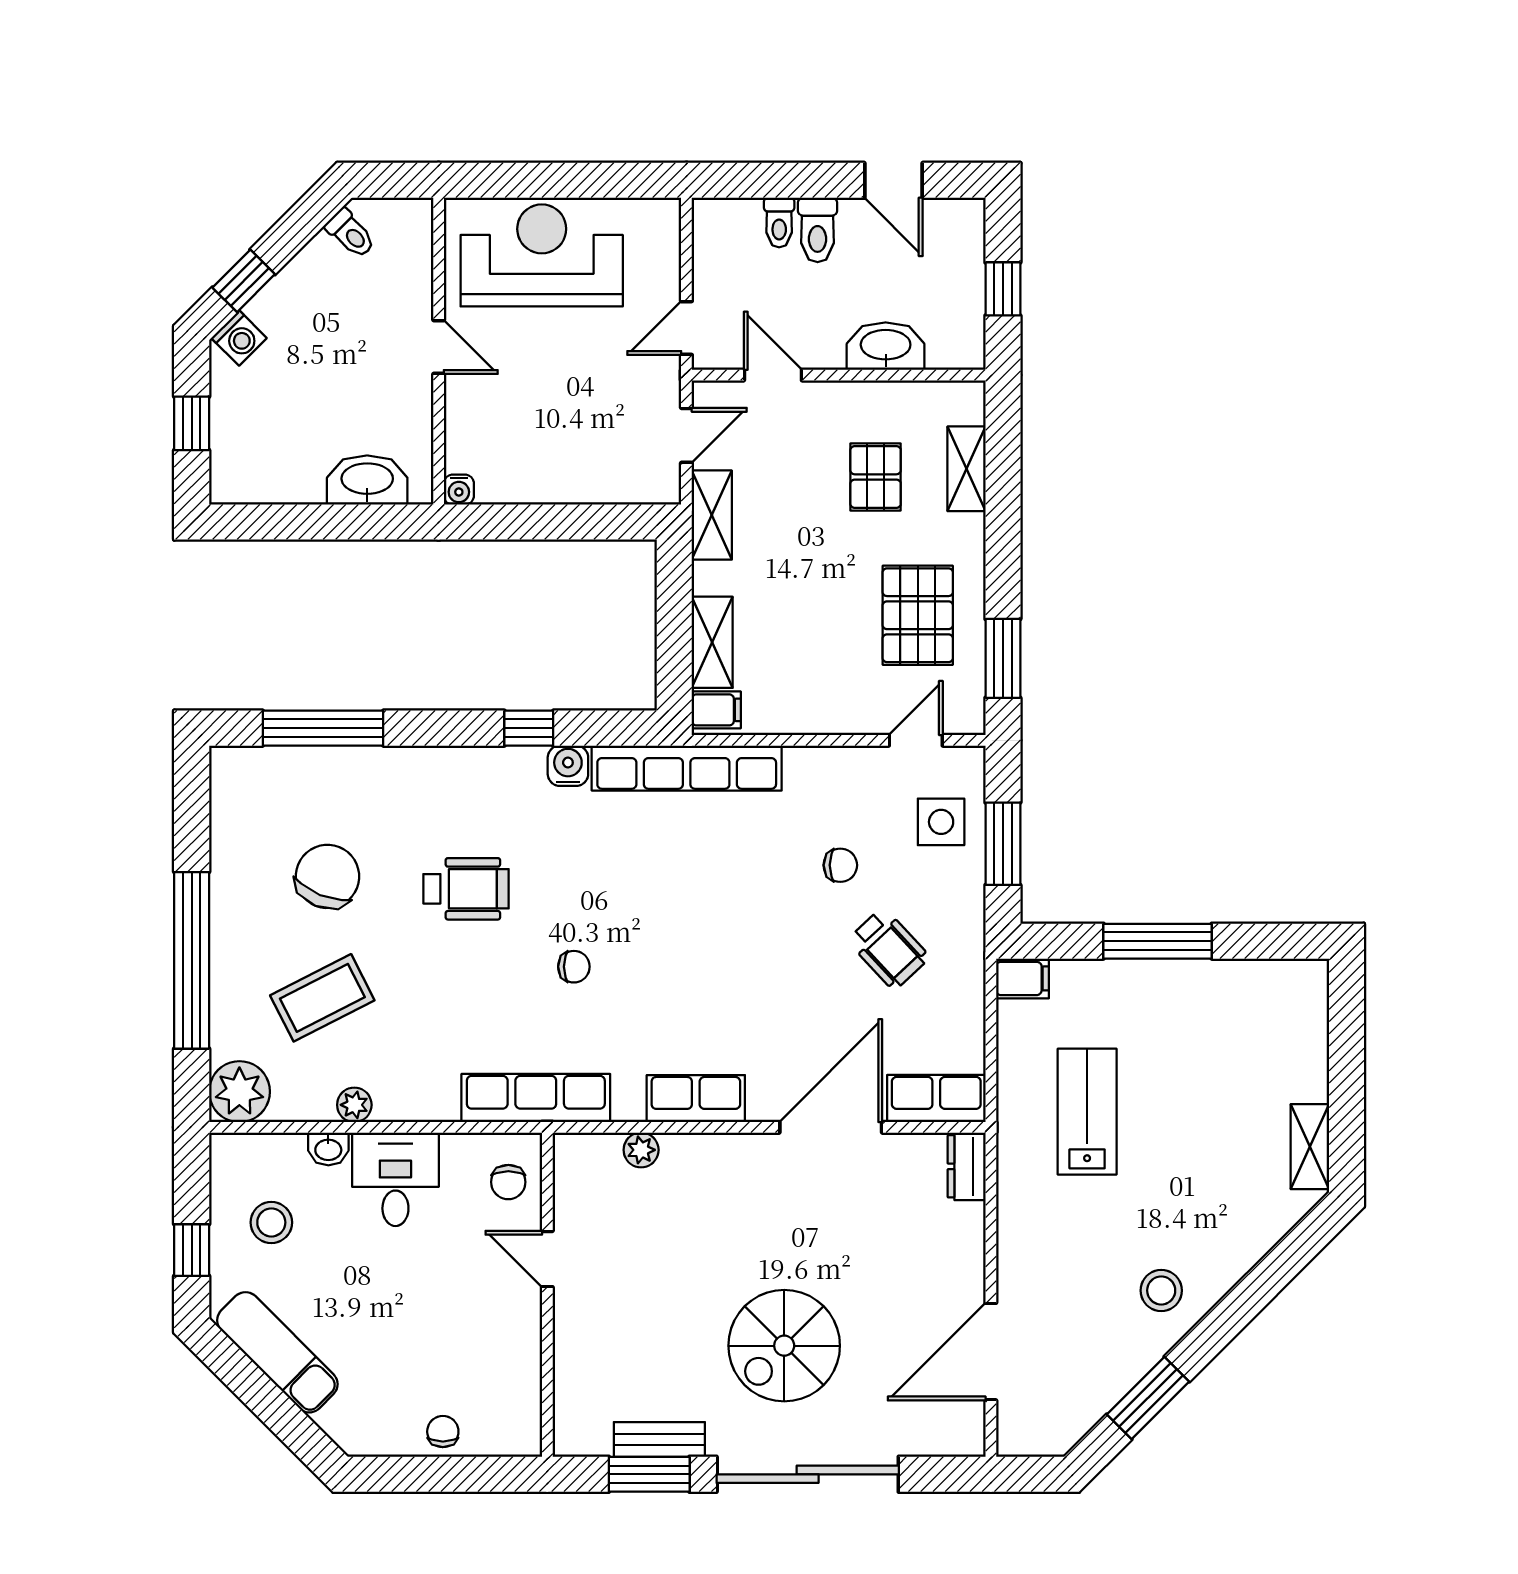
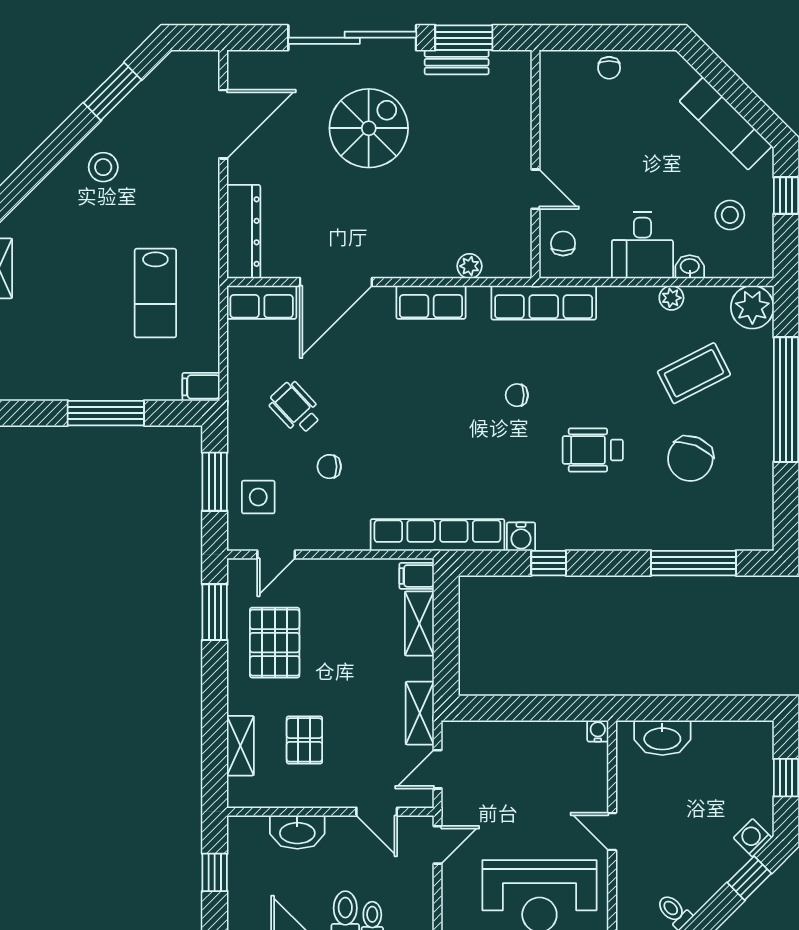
dresser: (967, 1166) -> (244, 232), width x1.96, depth x1.24

